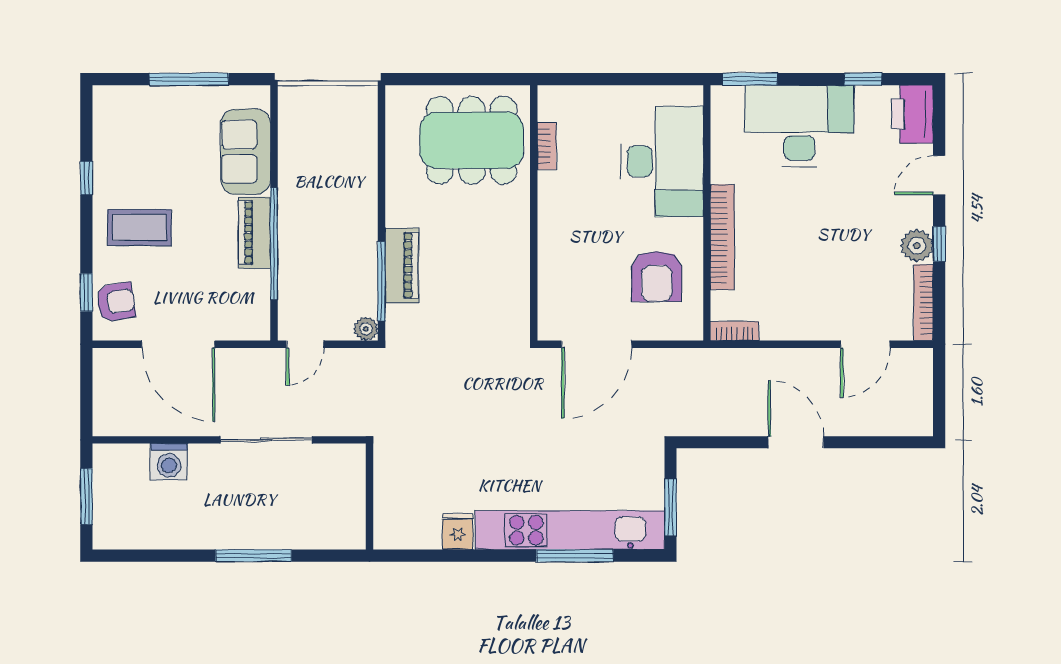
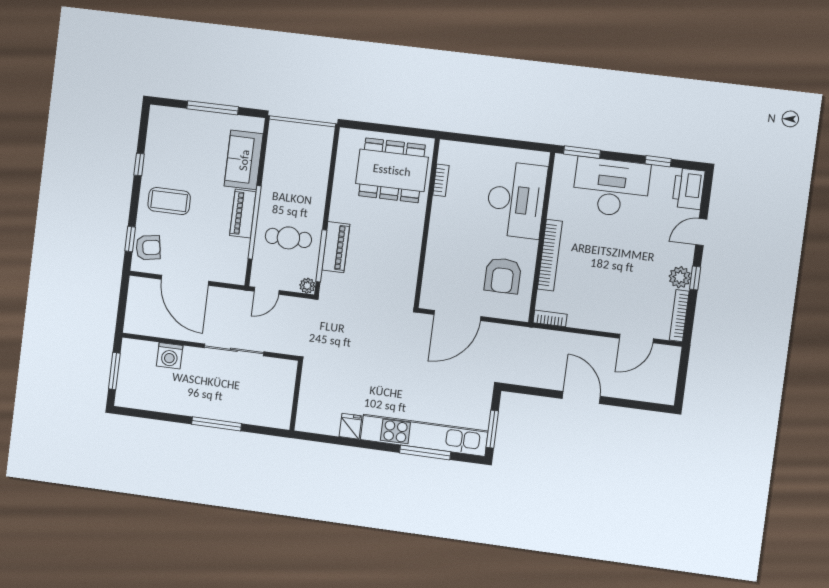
cafe table: (328, 261) -> (288, 238), added

